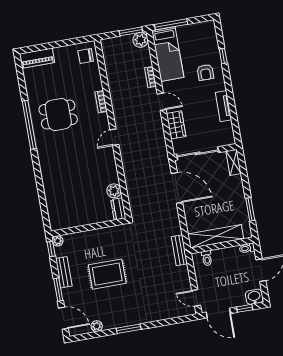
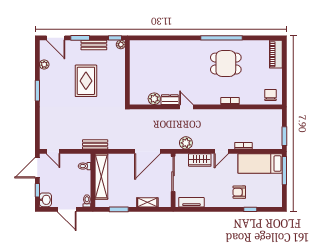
plant: (140, 40) -> (186, 143), moved
tv unit: (224, 106) -> (191, 202), moved
dining table: (58, 115) -> (226, 64), turned 90
door: (114, 137) -> (186, 107), moved
shelving: (234, 162) -> (147, 202), moved
dresser: (118, 209) -> (170, 100), moved
door: (196, 298) -> (53, 151), swing flipped
door: (63, 318) -> (56, 38), hinge flipped

